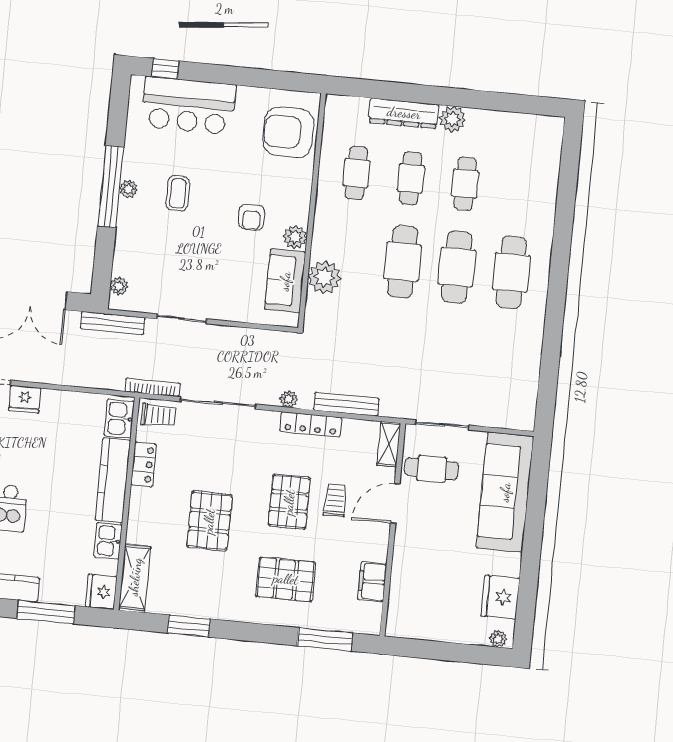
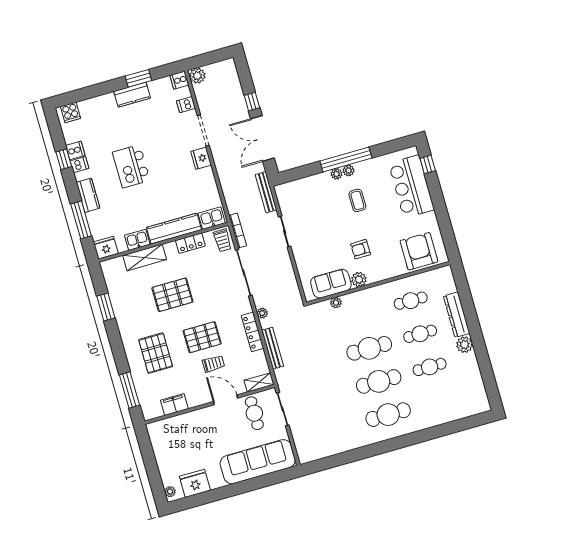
coffee table: (178, 193) -> (357, 200), turned 90
plant: (324, 277) -> (336, 303), width x0.53, depth x0.53
plant: (119, 286) -> (336, 174), moved
shelving: (135, 577) -> (145, 257), moved

